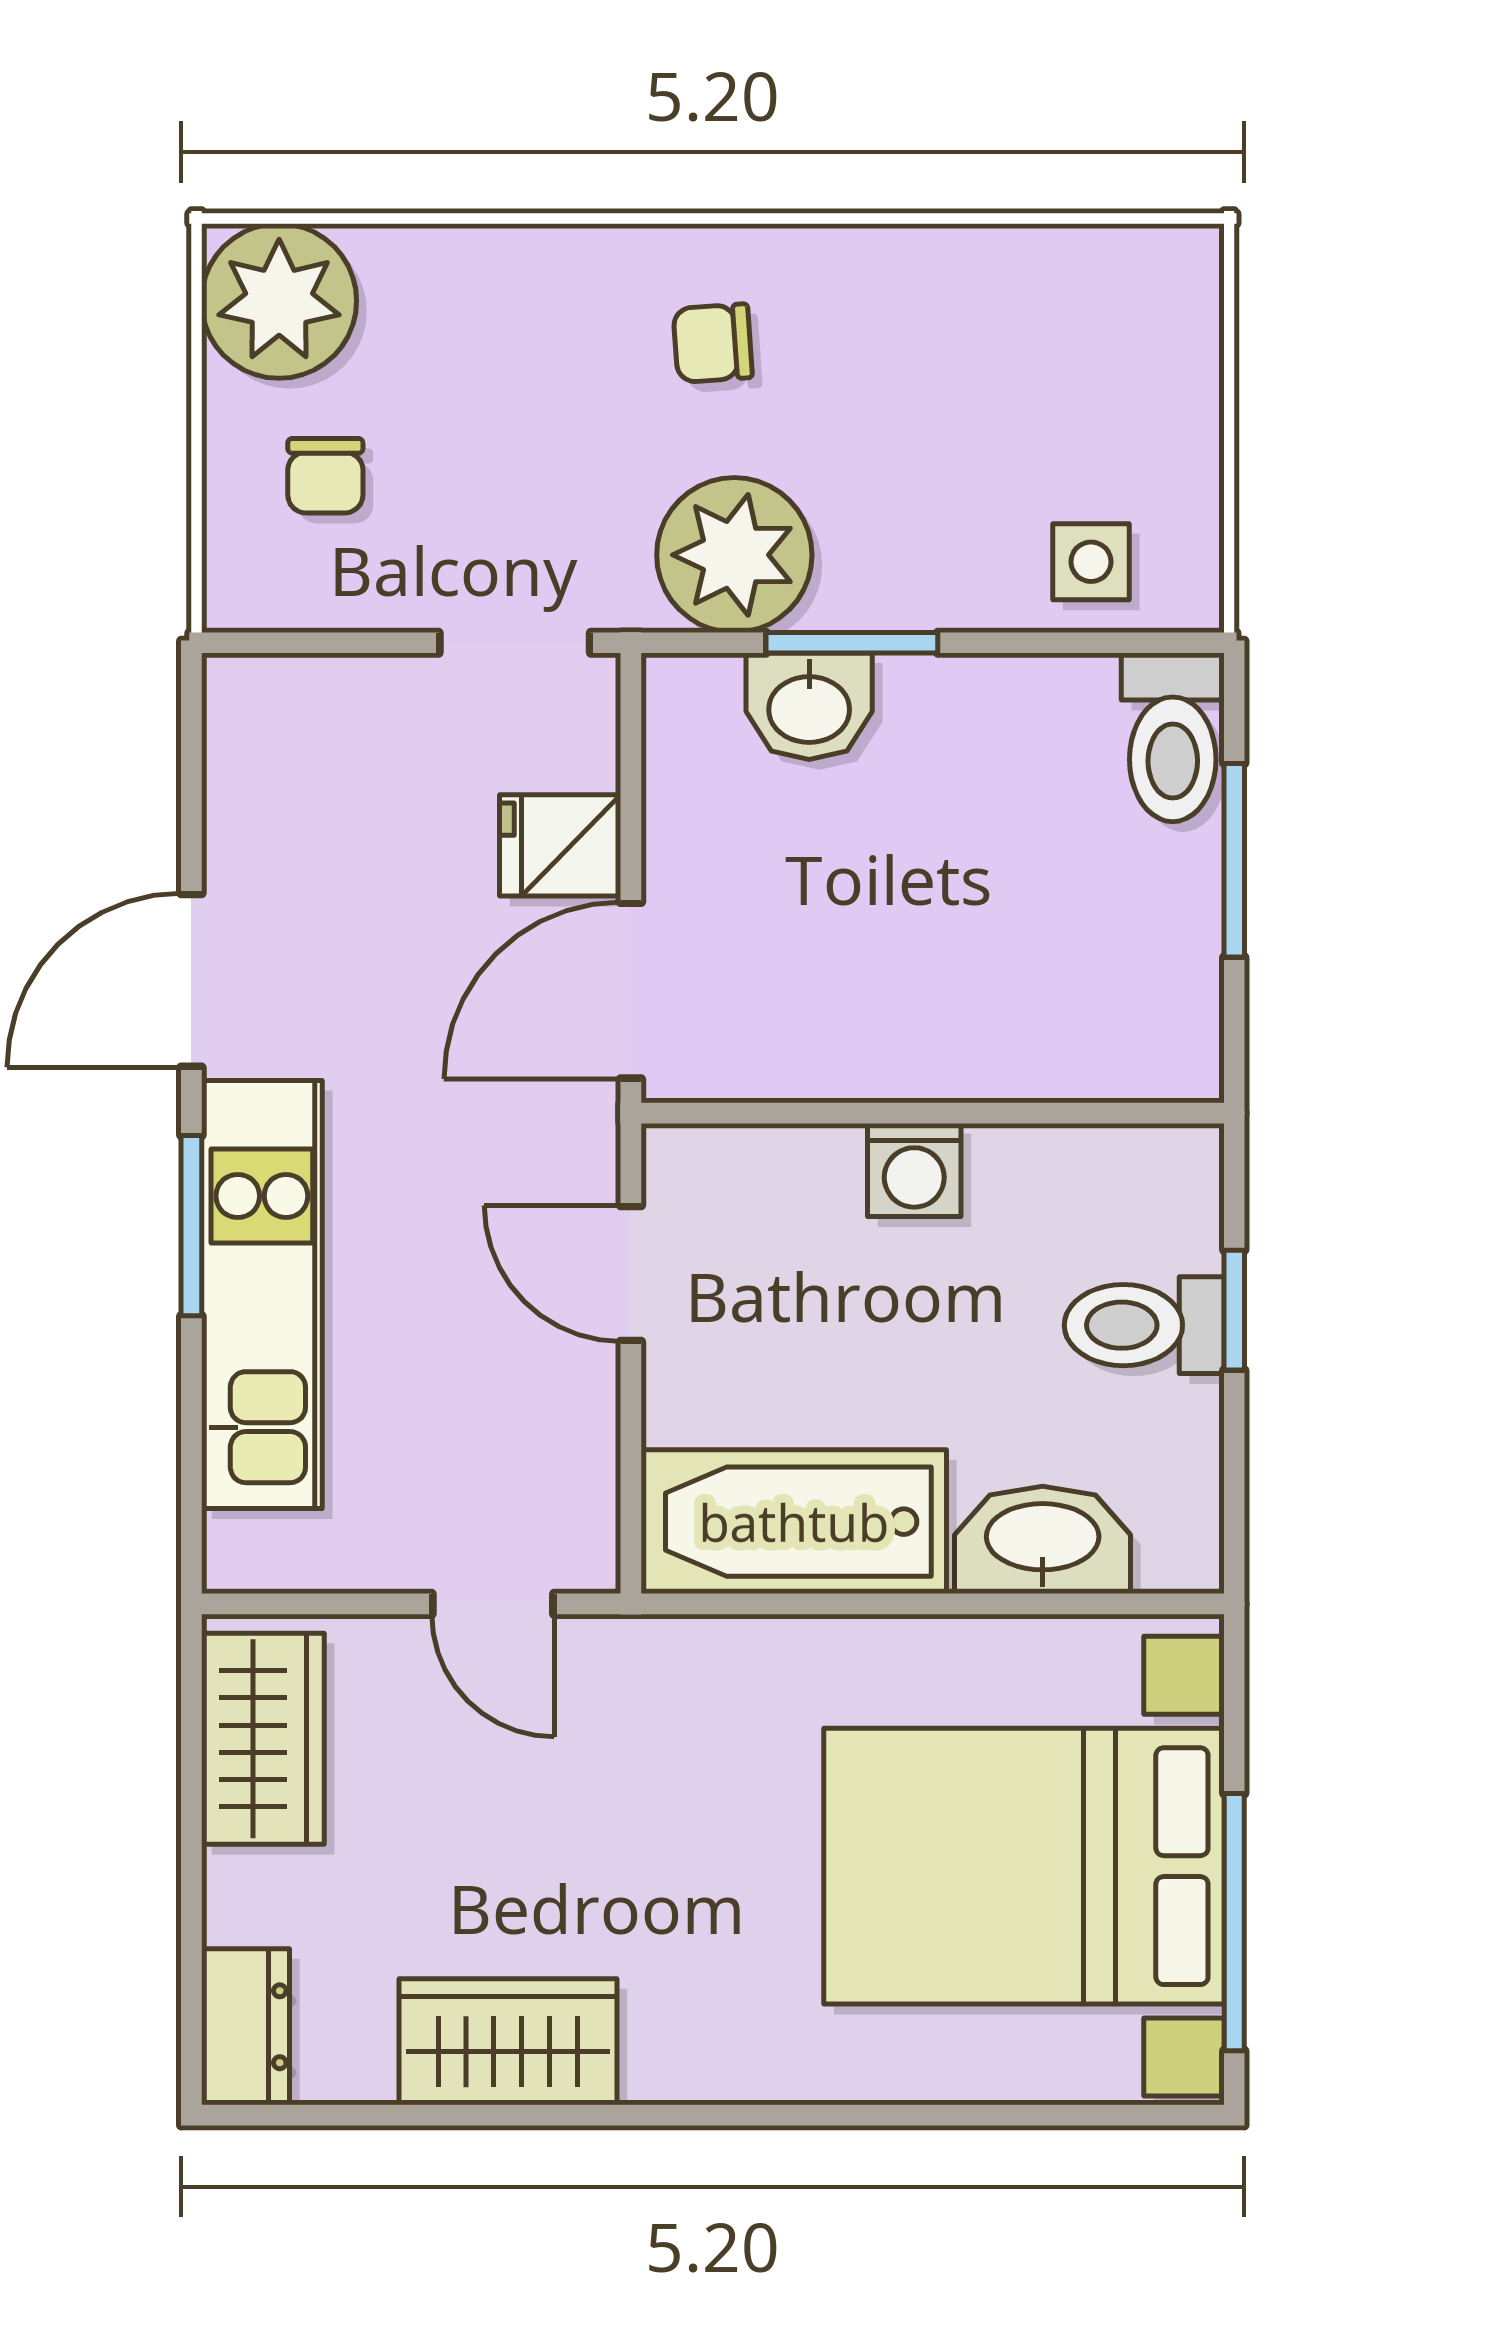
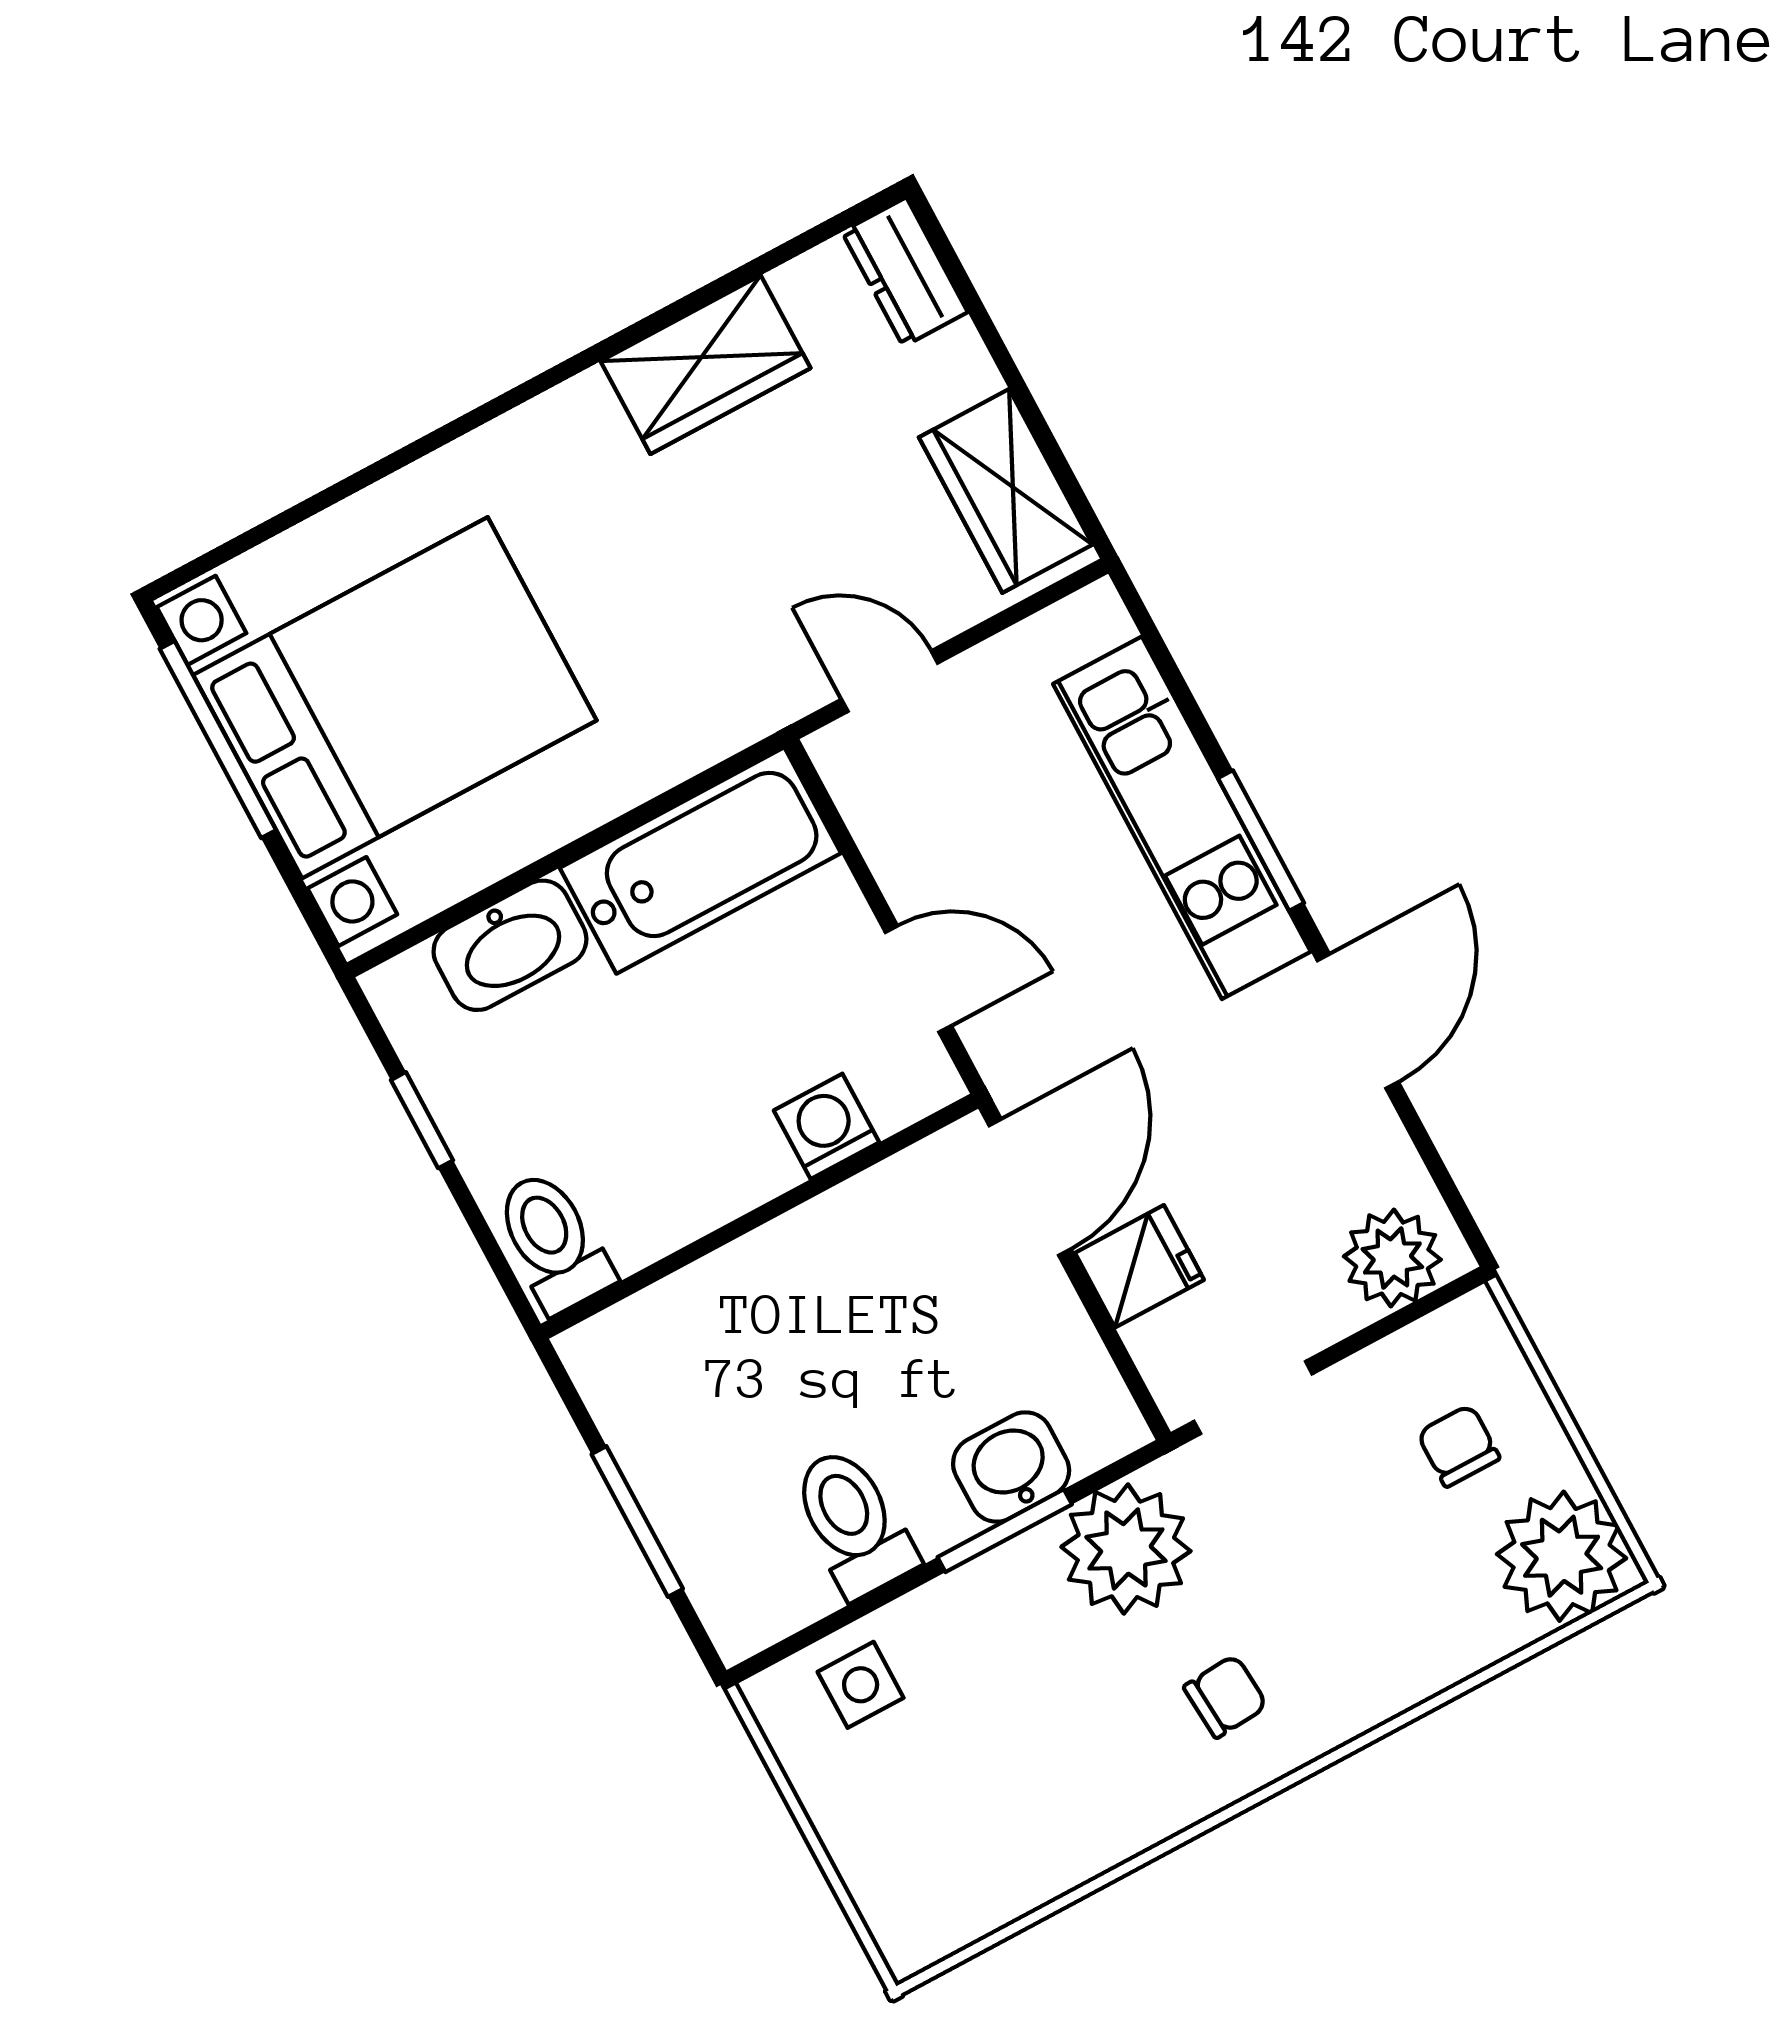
plant: (289, 711) -> (1392, 1258), added
toilet: (1173, 737) -> (853, 1522), moved
washing machine: (914, 1170) -> (827, 1126), moved
window: (1234, 1310) -> (422, 1120), moved
toilet: (1144, 1325) -> (553, 1242), moved, turned -90

